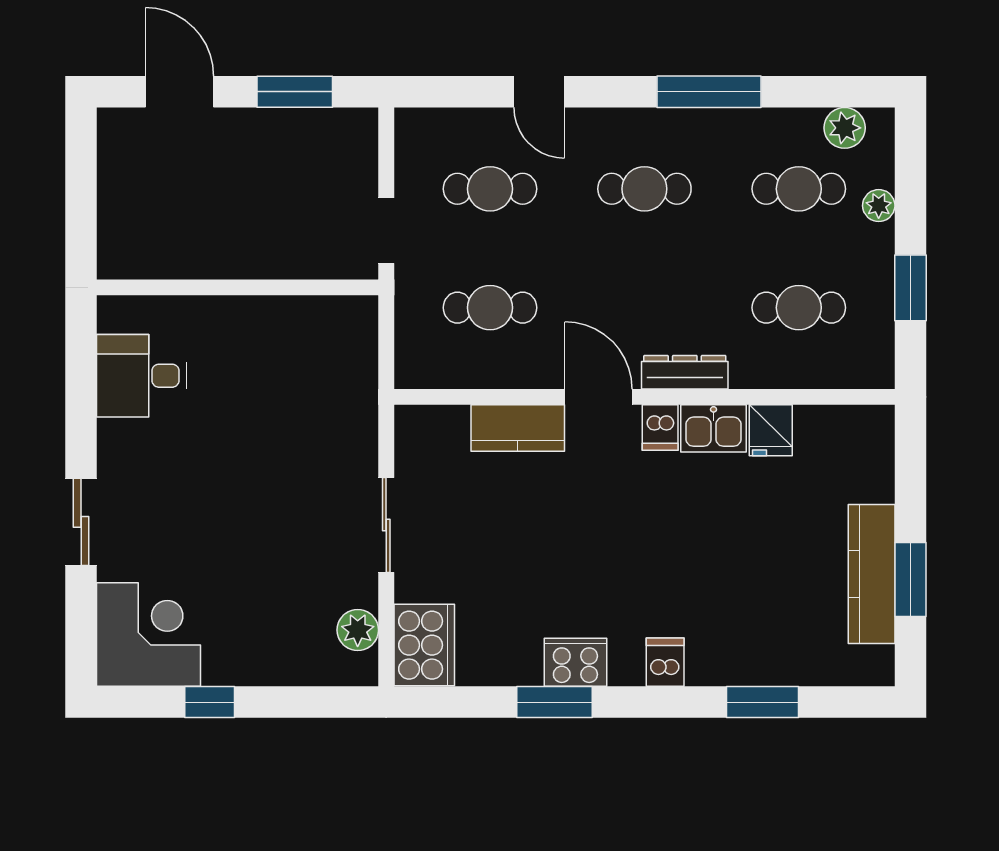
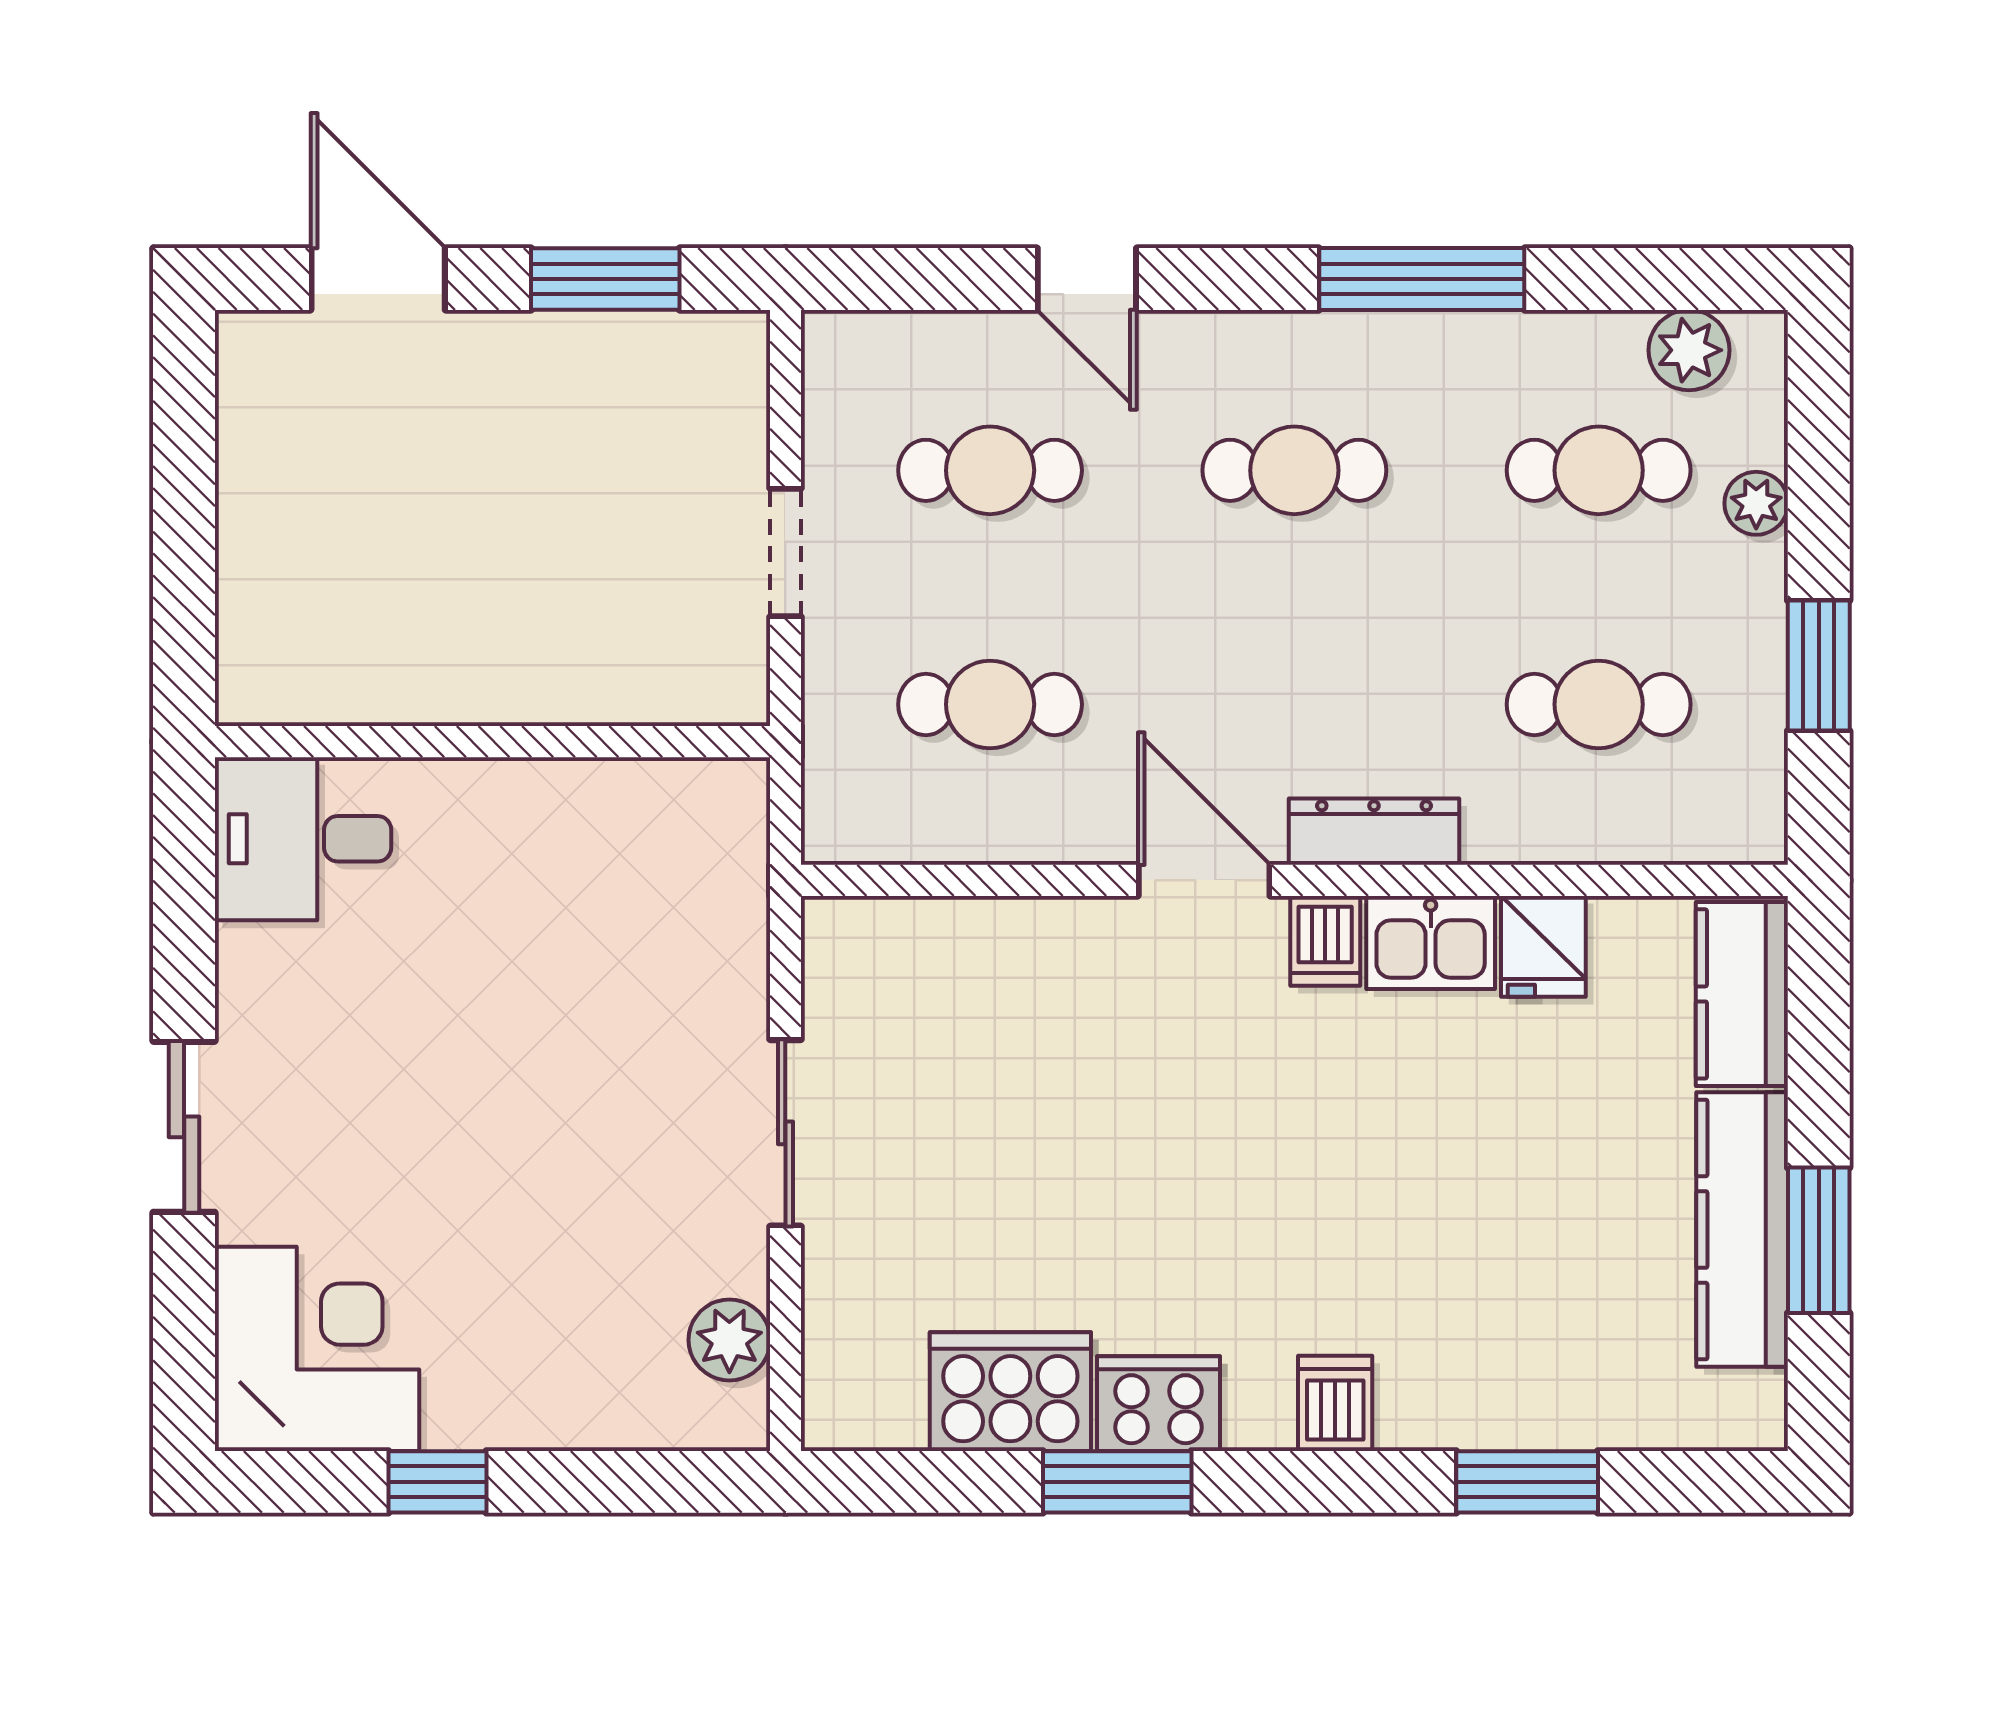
wall: (238, 287) -> (492, 742), moved
kitchen counter: (518, 428) -> (1742, 994), moved, turned 90
cooker: (424, 645) -> (1010, 1392), moved, turned -90

